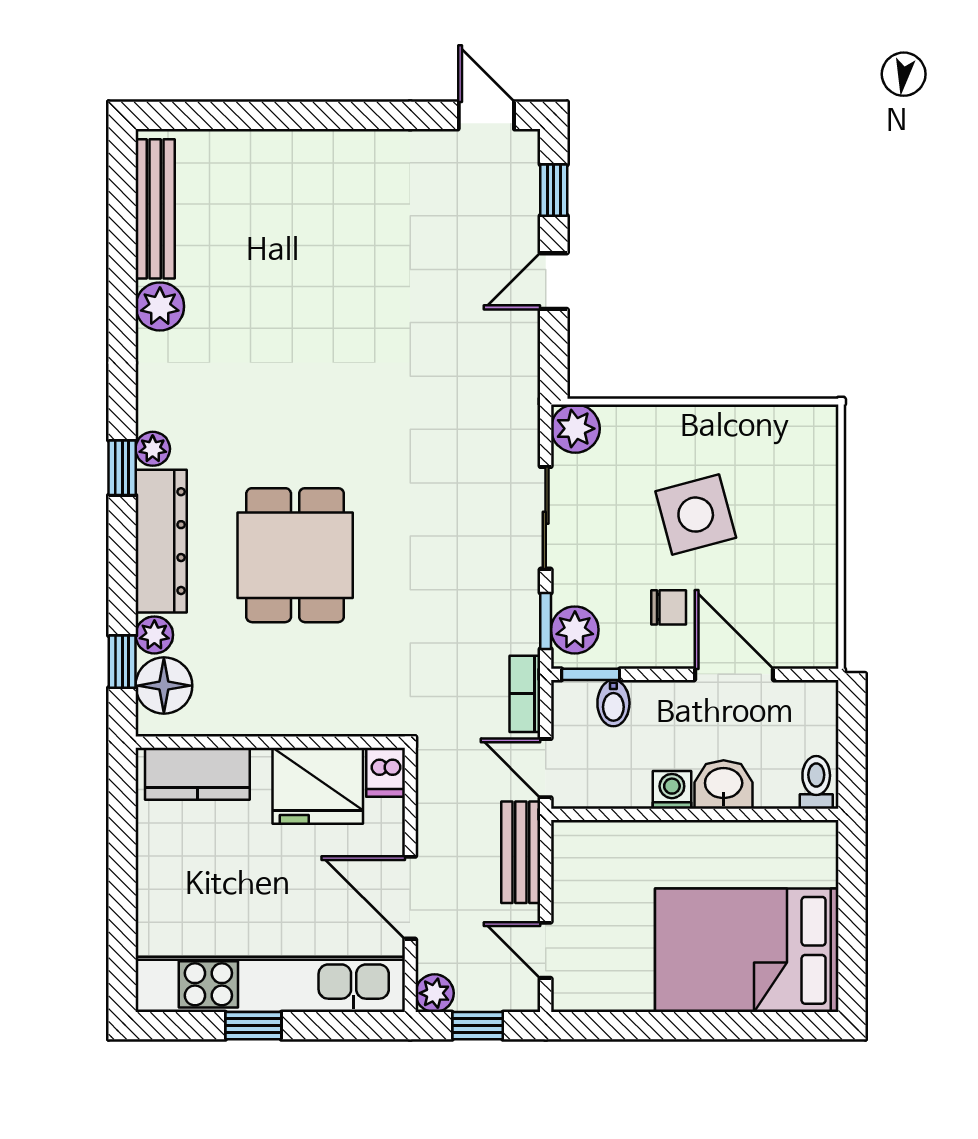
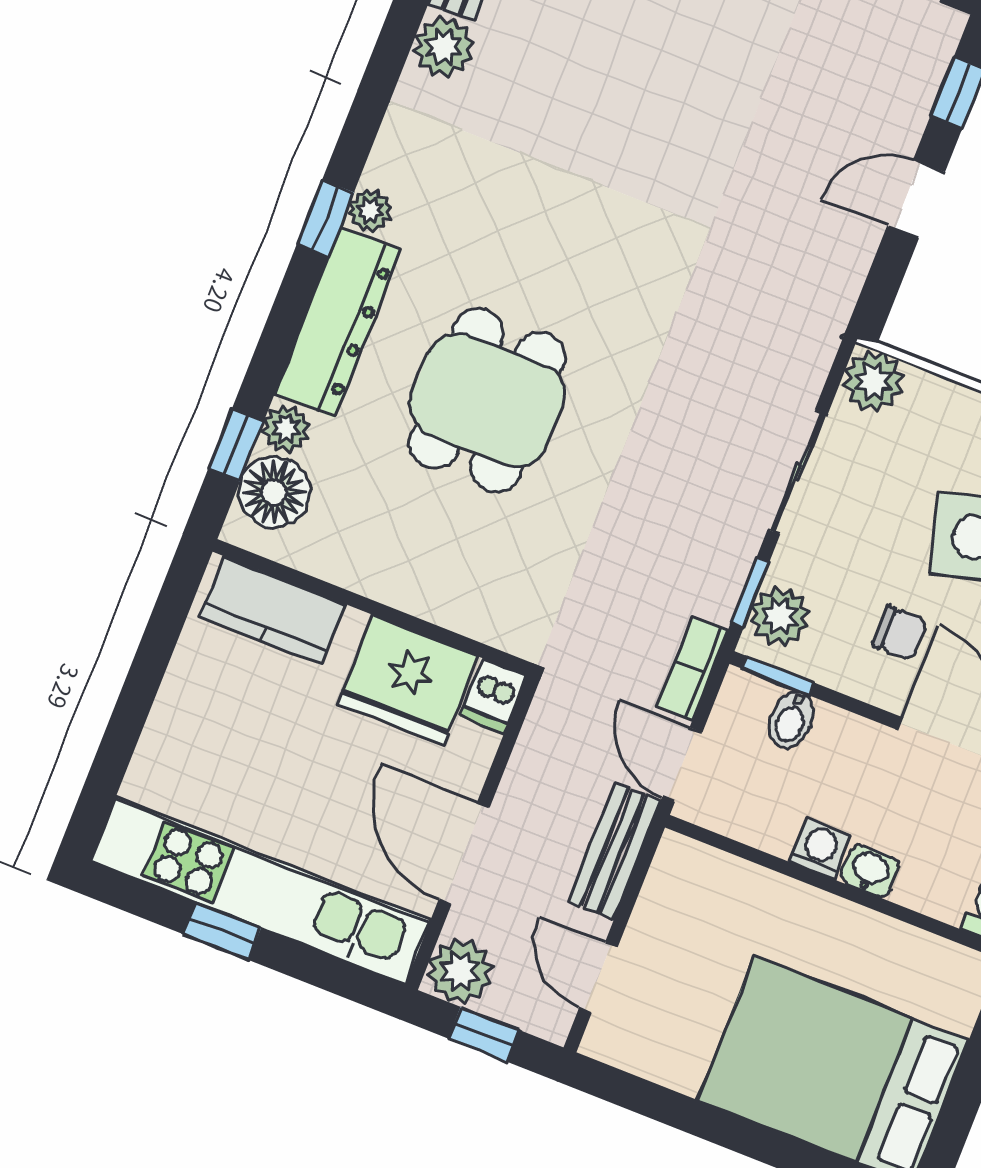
washbasin: (724, 784) -> (870, 871), width x0.72, depth x0.69
plant: (435, 993) -> (460, 971), width x1.38, depth x1.38

